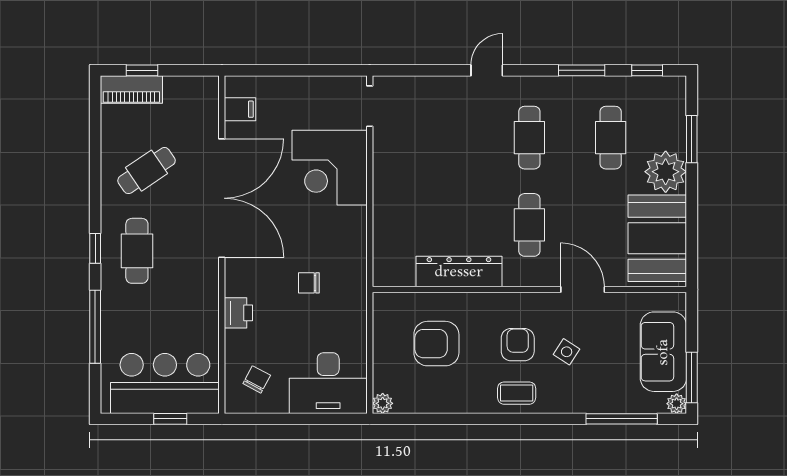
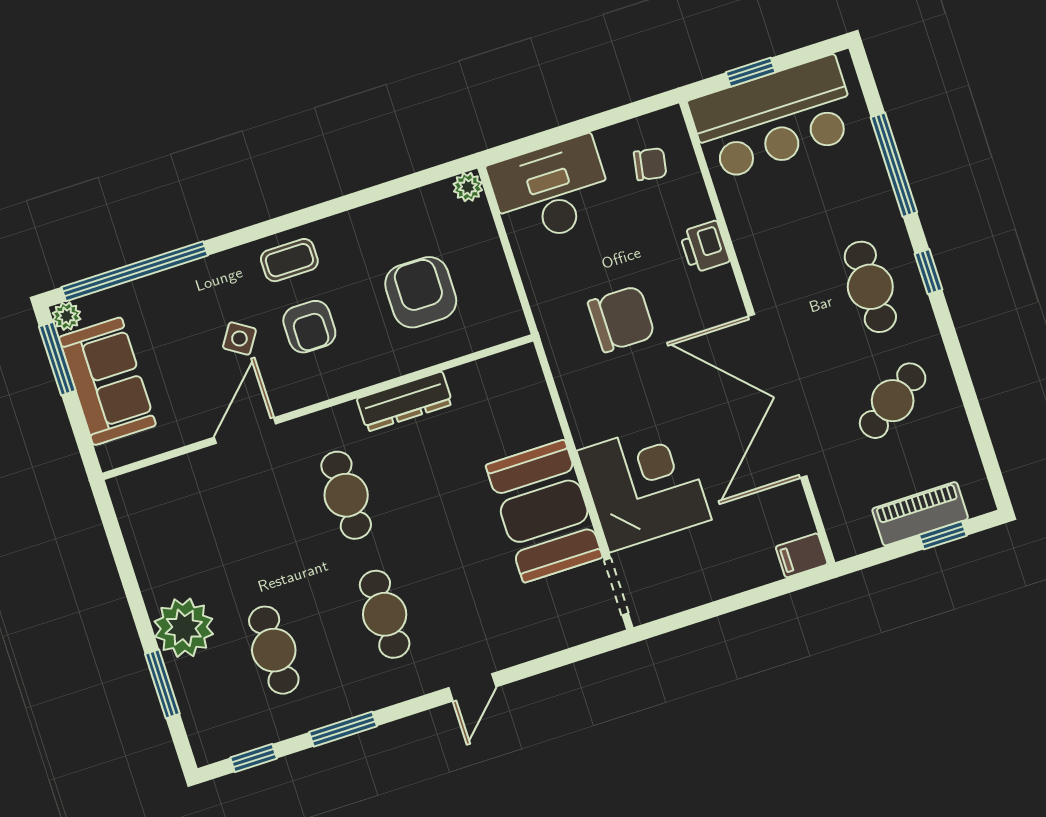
piano: (131, 90) -> (920, 514), moved
filing cabinet: (240, 109) -> (802, 555), moved
booth: (657, 238) -> (544, 511), moved
dresser: (459, 272) -> (405, 401), width x0.73, depth x0.80
chair: (309, 283) -> (621, 319), width x1.87, depth x1.87
door: (583, 290) -> (245, 430), swing flipped
armchair: (436, 344) -> (421, 292), turned -90
chair: (257, 379) -> (650, 164), turned -108
window: (622, 419) -> (135, 271), width x1.46

